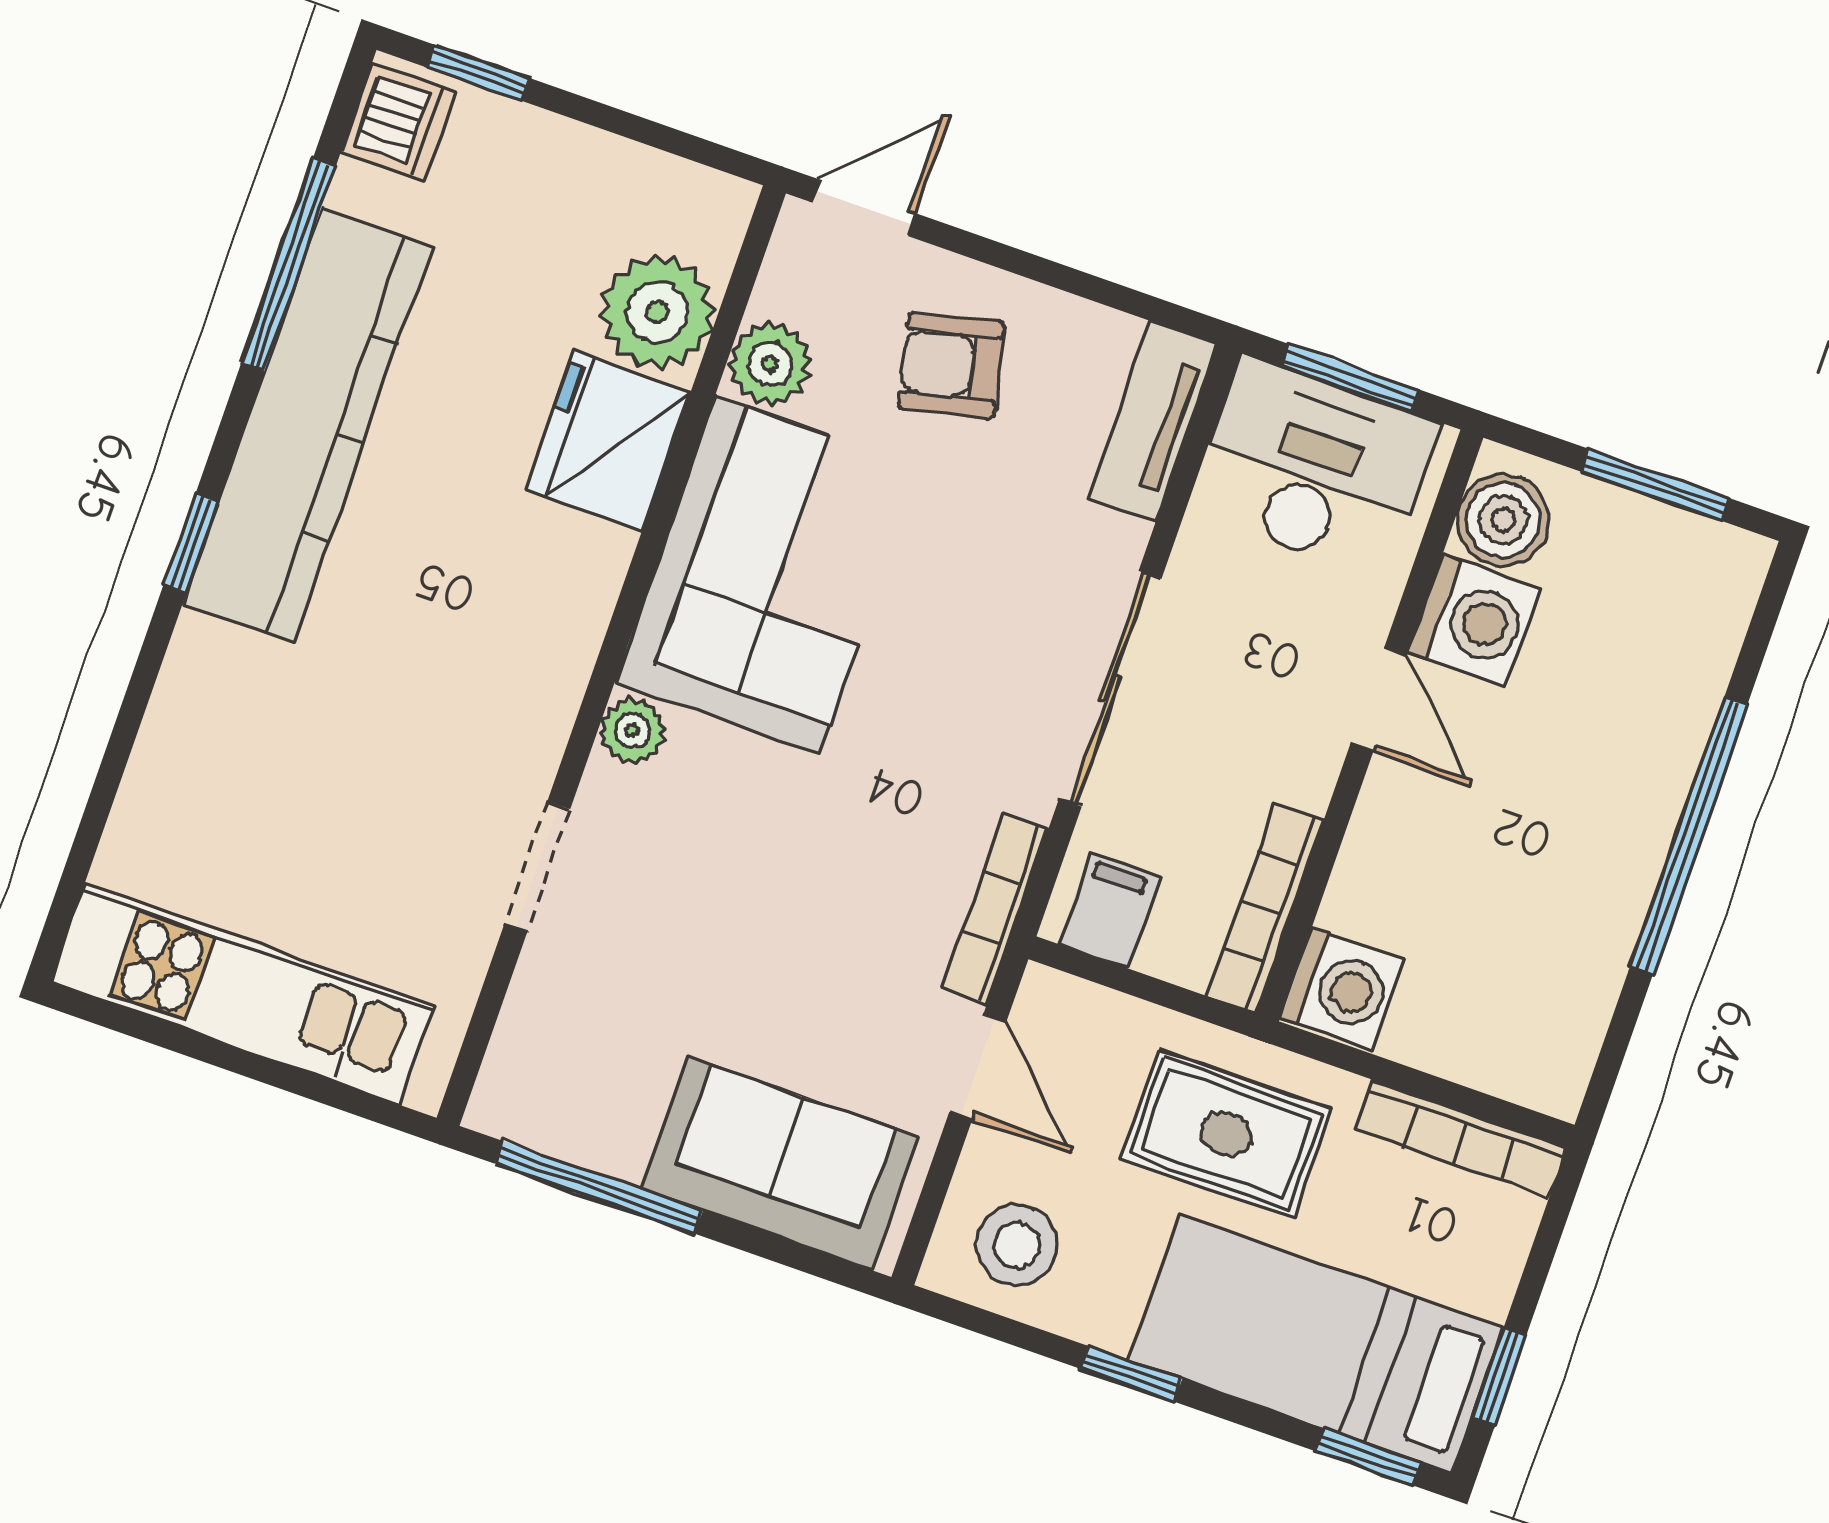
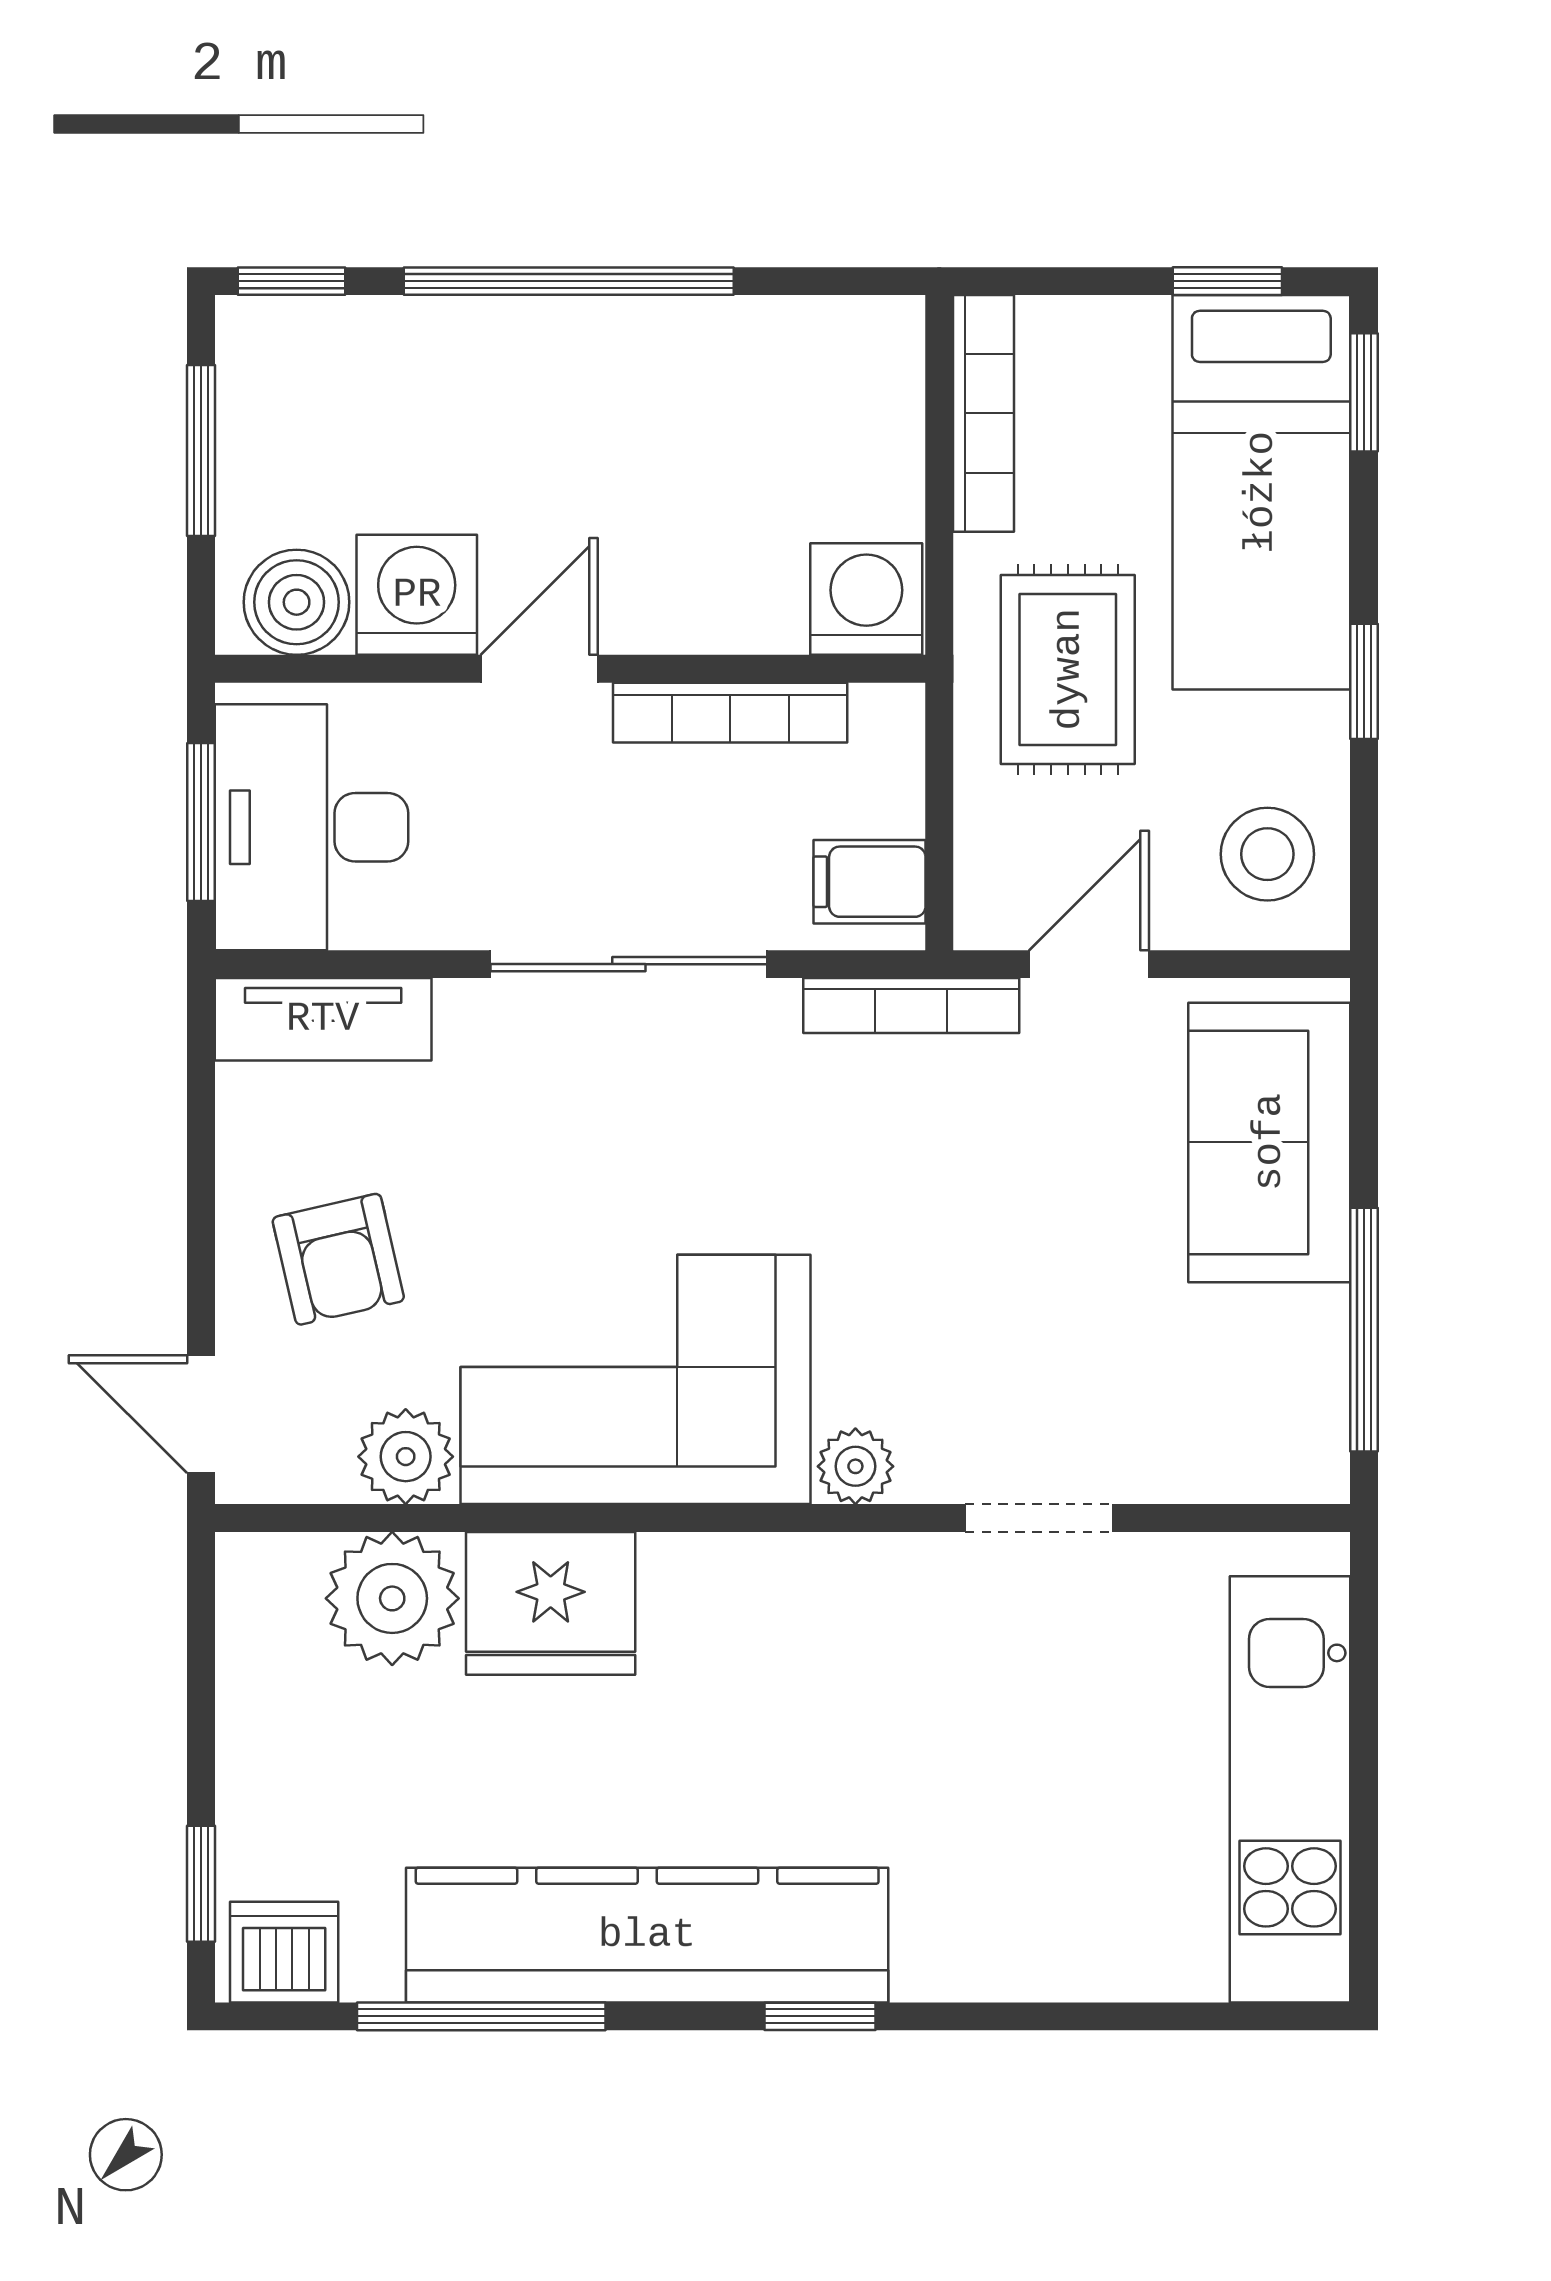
window: (1768, 608) -> (292, 281), added
bookcase: (1265, 909) -> (730, 713), moved

